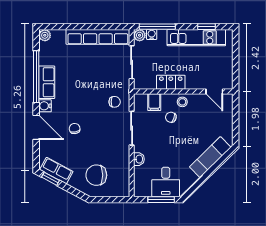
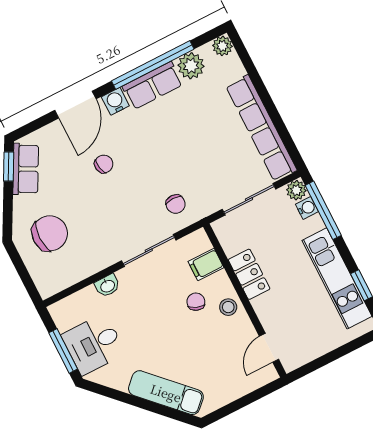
plant: (47, 57) -> (191, 66), added
chair: (96, 175) -> (50, 233), turned 90

